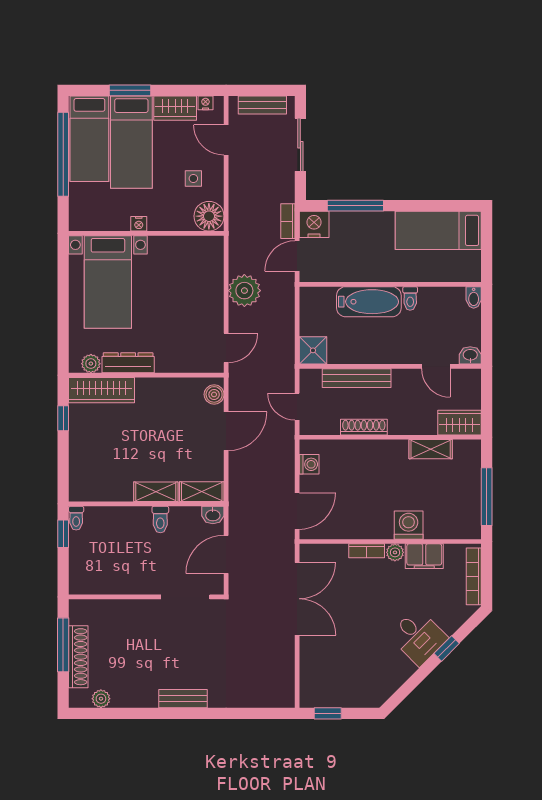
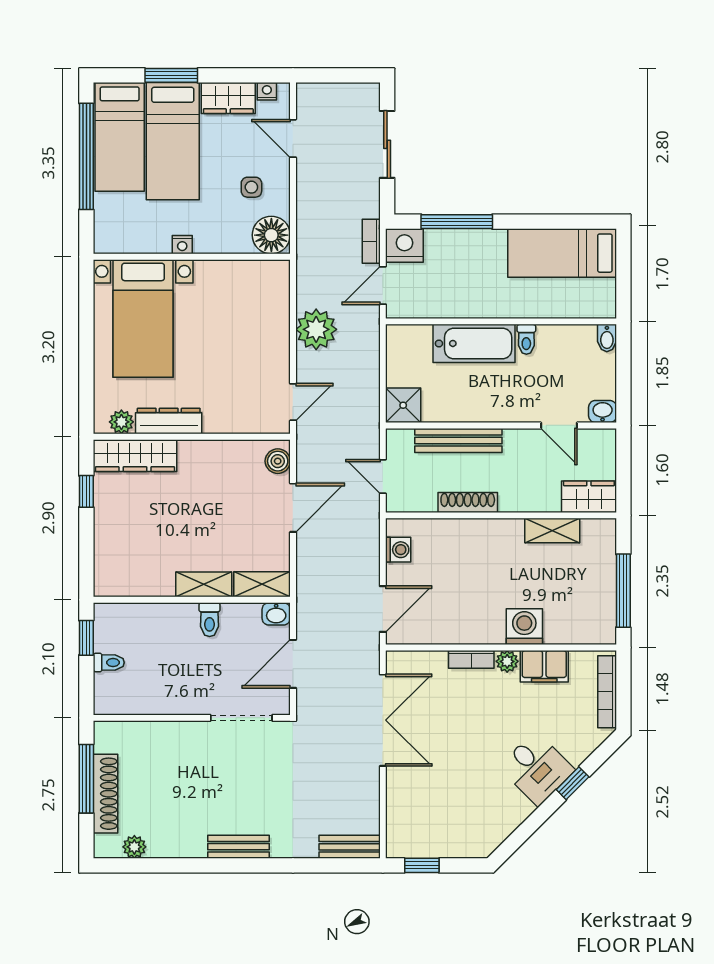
bench: (262, 105) -> (350, 847), moved
toilet: (76, 518) -> (109, 663), moved, turned -90

